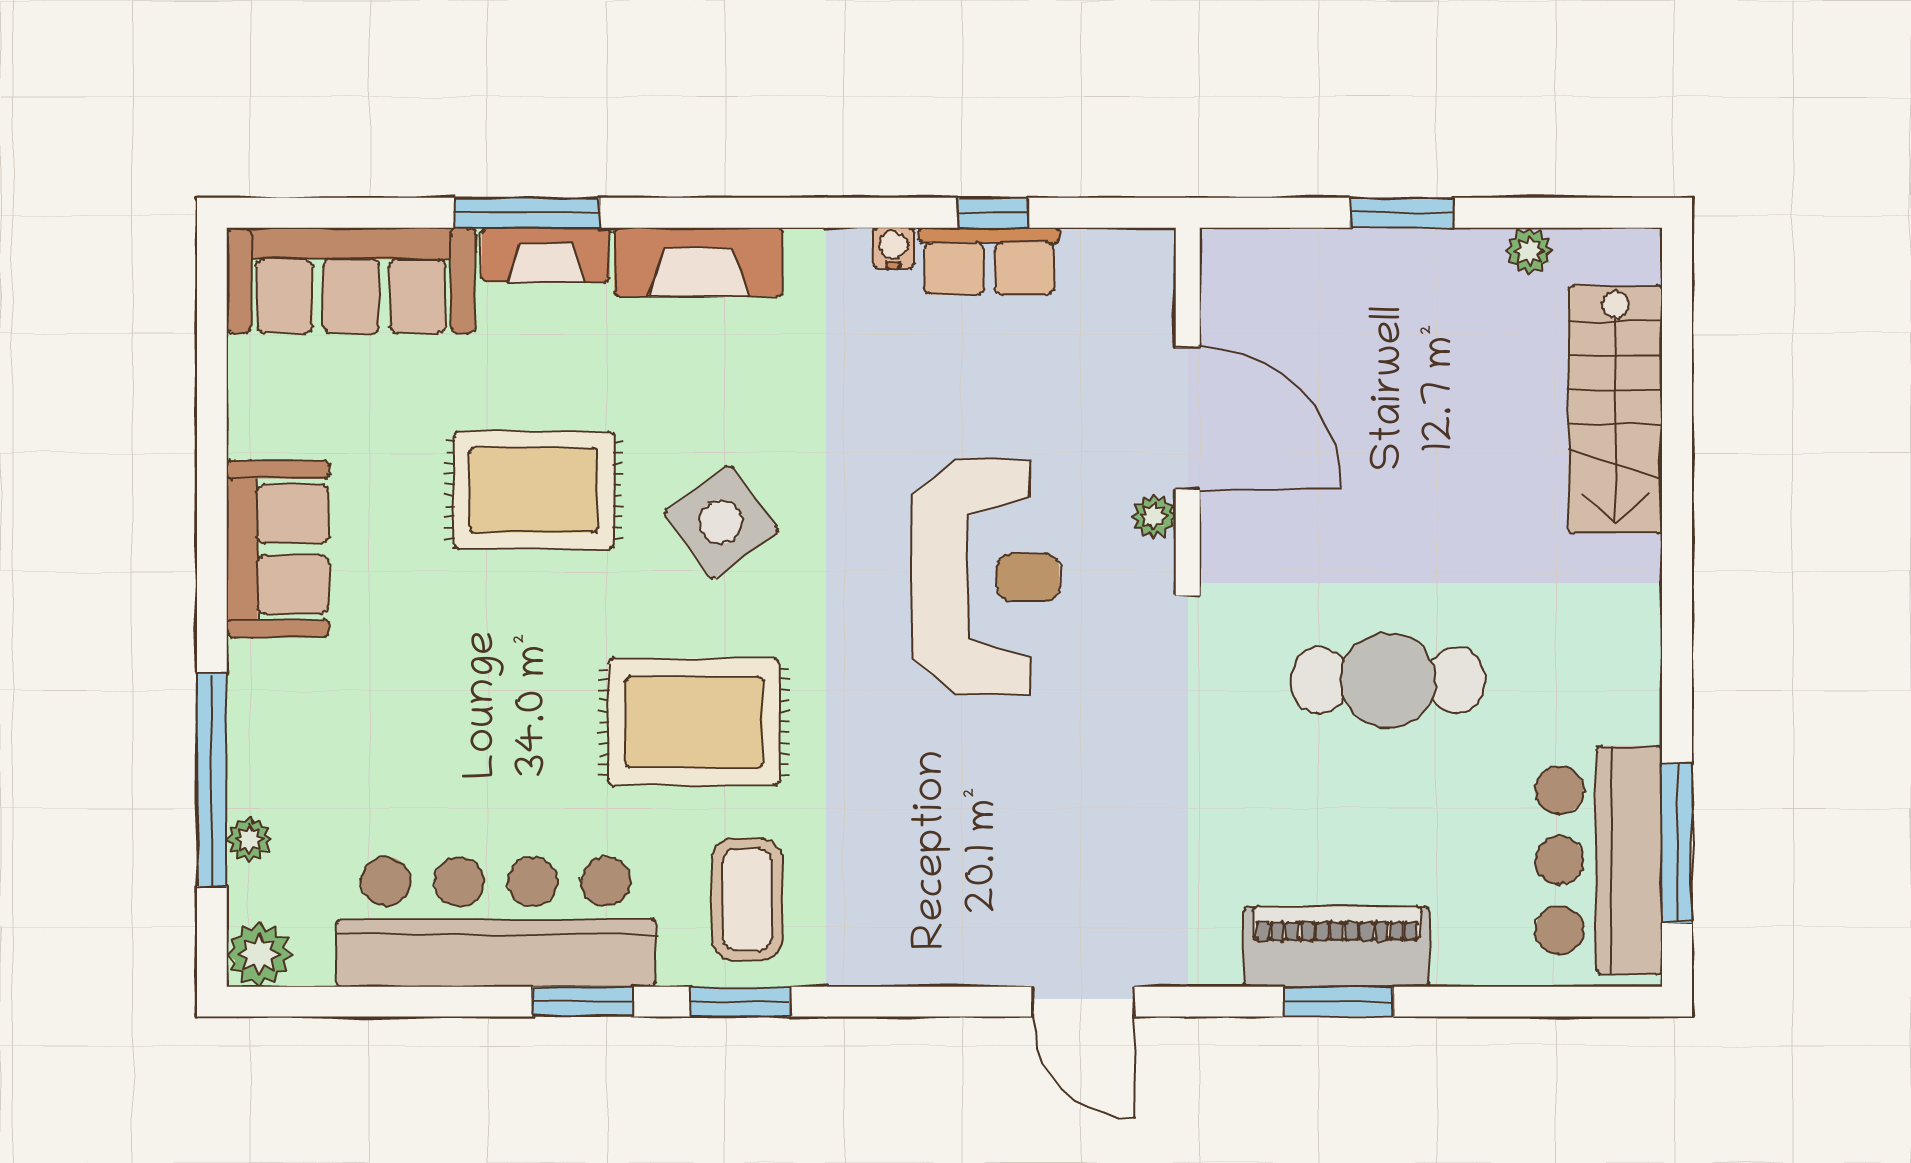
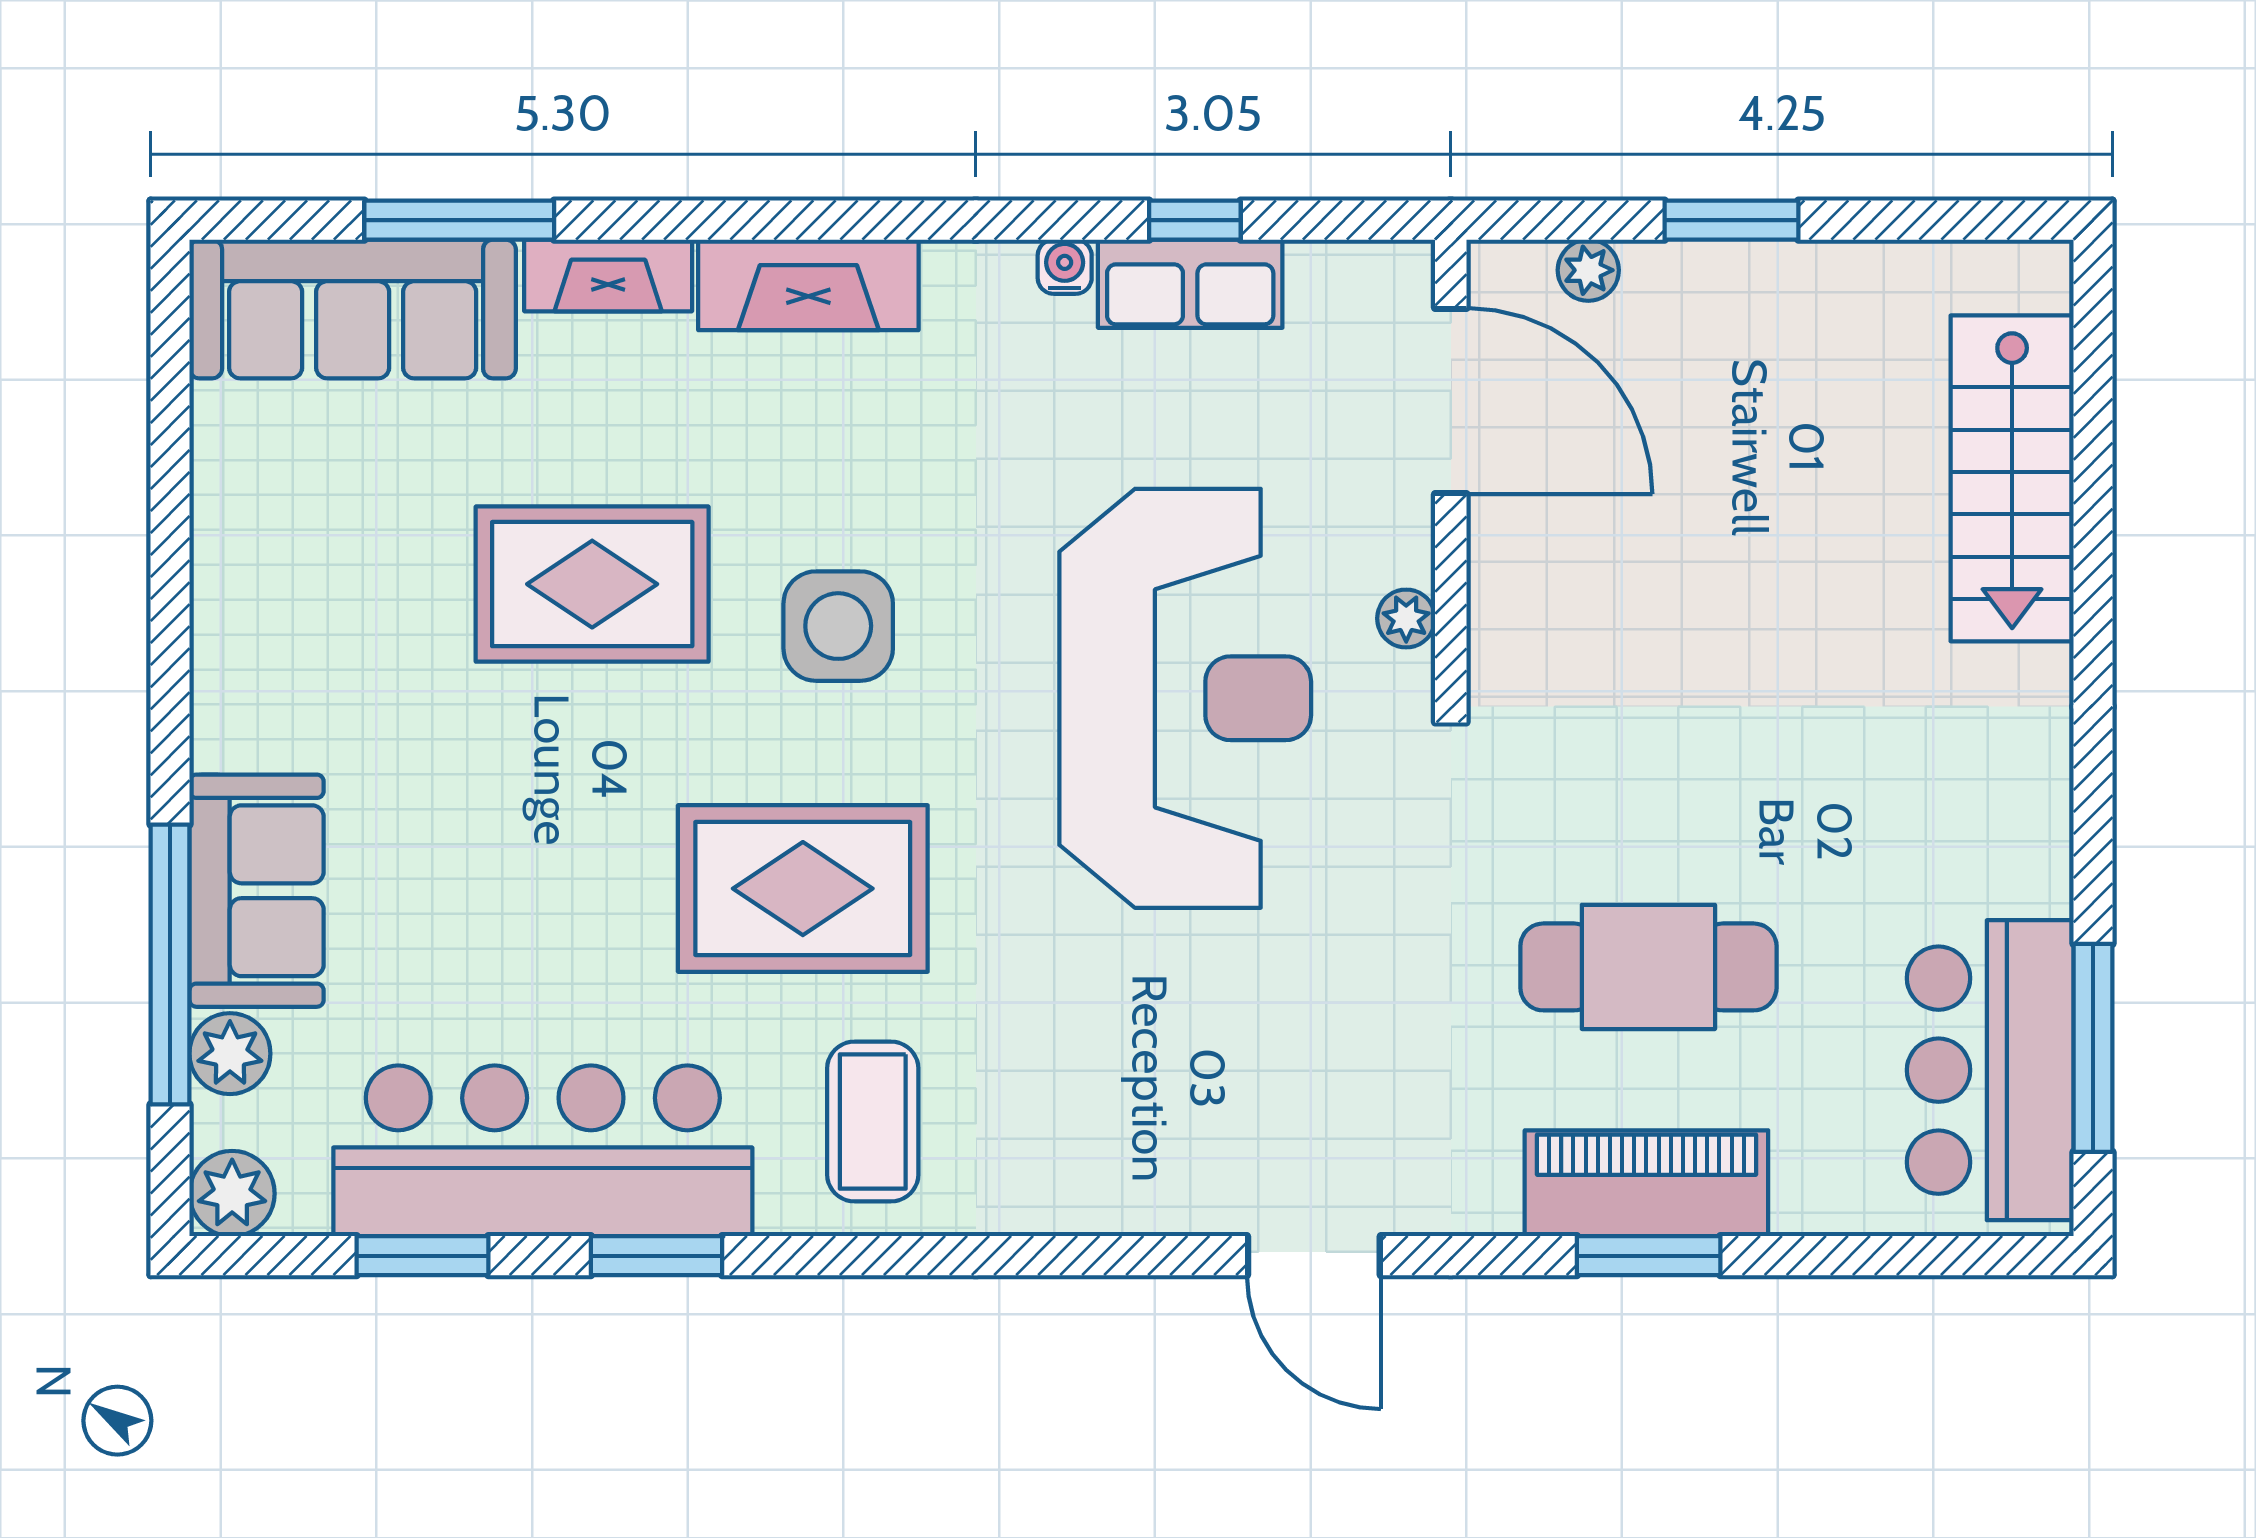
window: (527, 213) -> (459, 220), moved
plant: (1529, 251) -> (1588, 270), moved
door: (1188, 418) -> (1451, 401), moved
side table: (721, 522) -> (838, 626), turned 36
sofa: (278, 549) -> (257, 891), moved
reception desk: (985, 577) -> (1185, 698), width x1.36, depth x1.30
cafe table: (1388, 680) -> (1648, 967), moved
plant: (249, 839) -> (230, 1054), width x1.38, depth x1.38
window: (740, 1002) -> (423, 1256), moved

